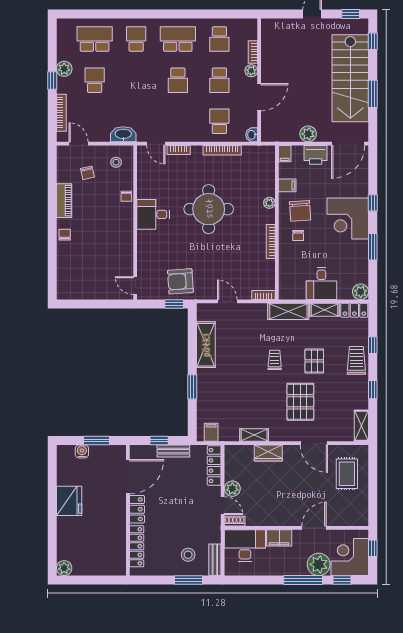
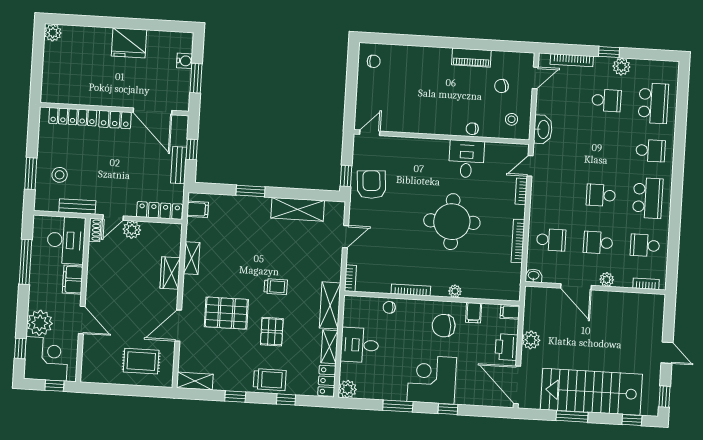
bookcase: (253, 52) -> (646, 284), moved
desk: (153, 214) -> (466, 159), moved
chair: (65, 235) -> (374, 61), moved
chair: (298, 235) -> (389, 307), moved
pallet: (314, 361) -> (272, 332), turned 90
bench: (215, 560) -> (77, 207), moved
window: (303, 580) -> (25, 262), moved

